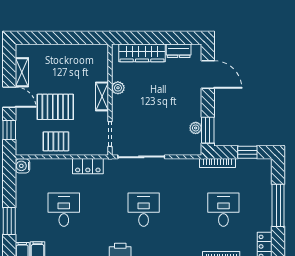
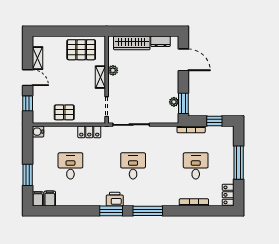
pallet: (55, 107) -> (81, 50), moved

